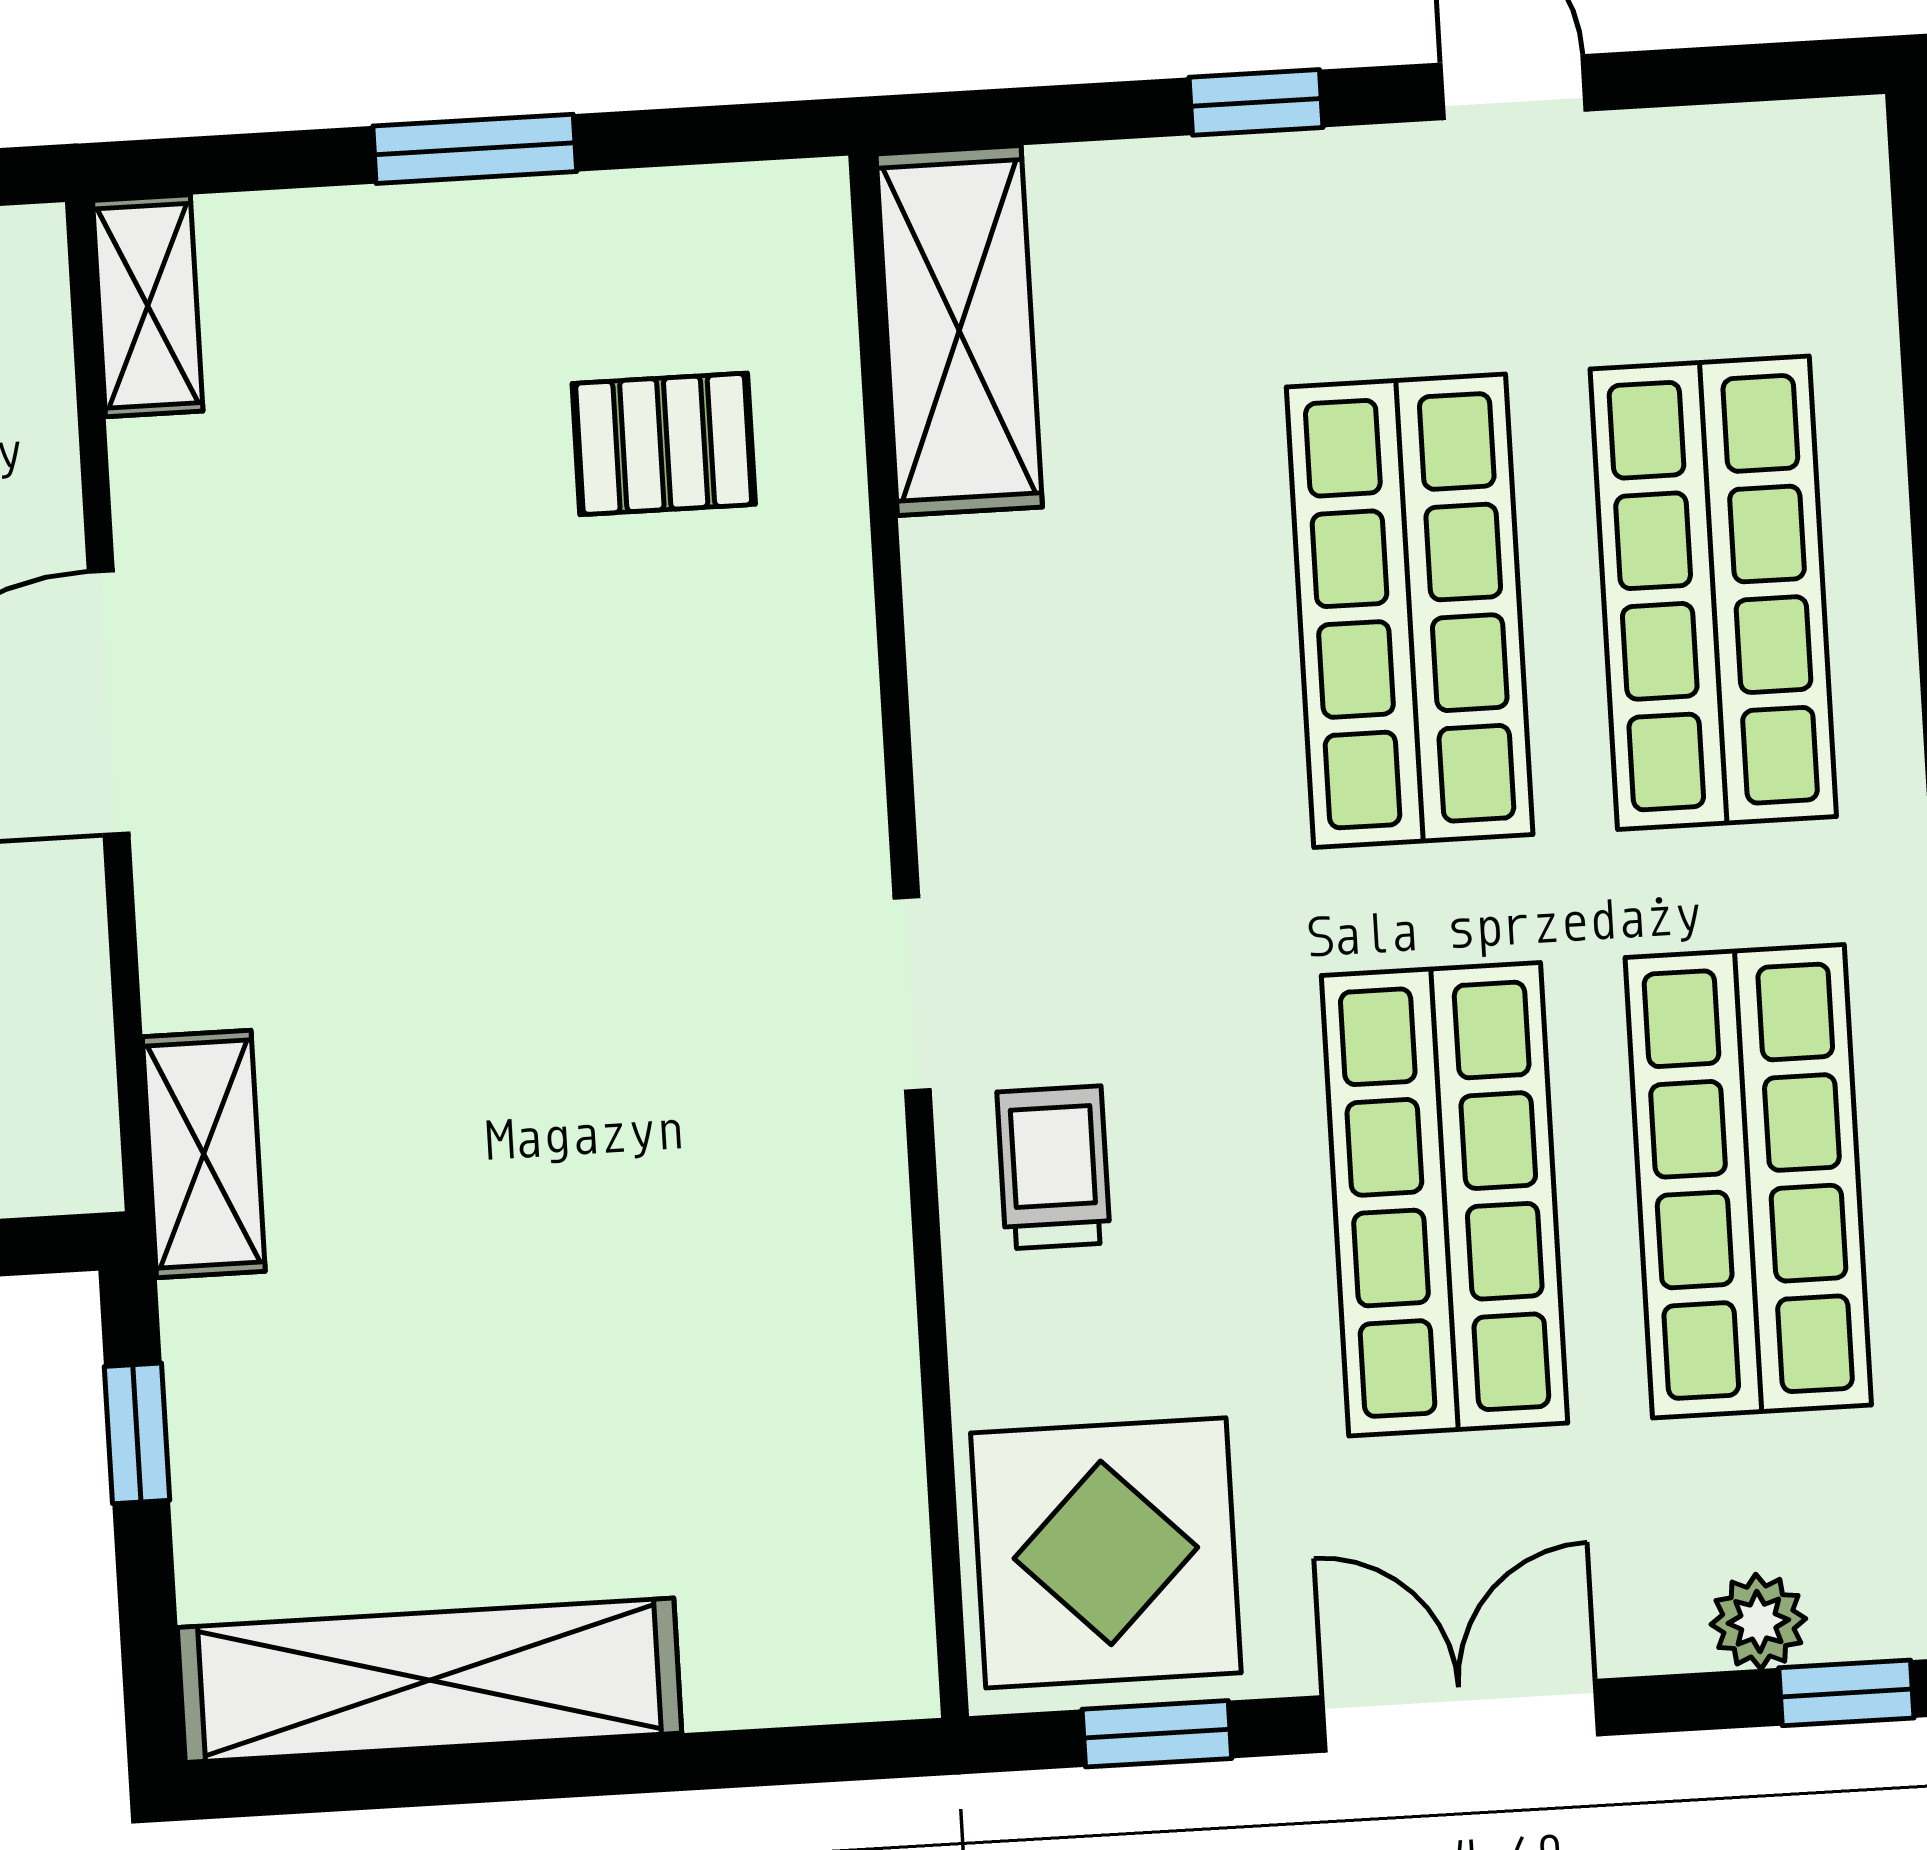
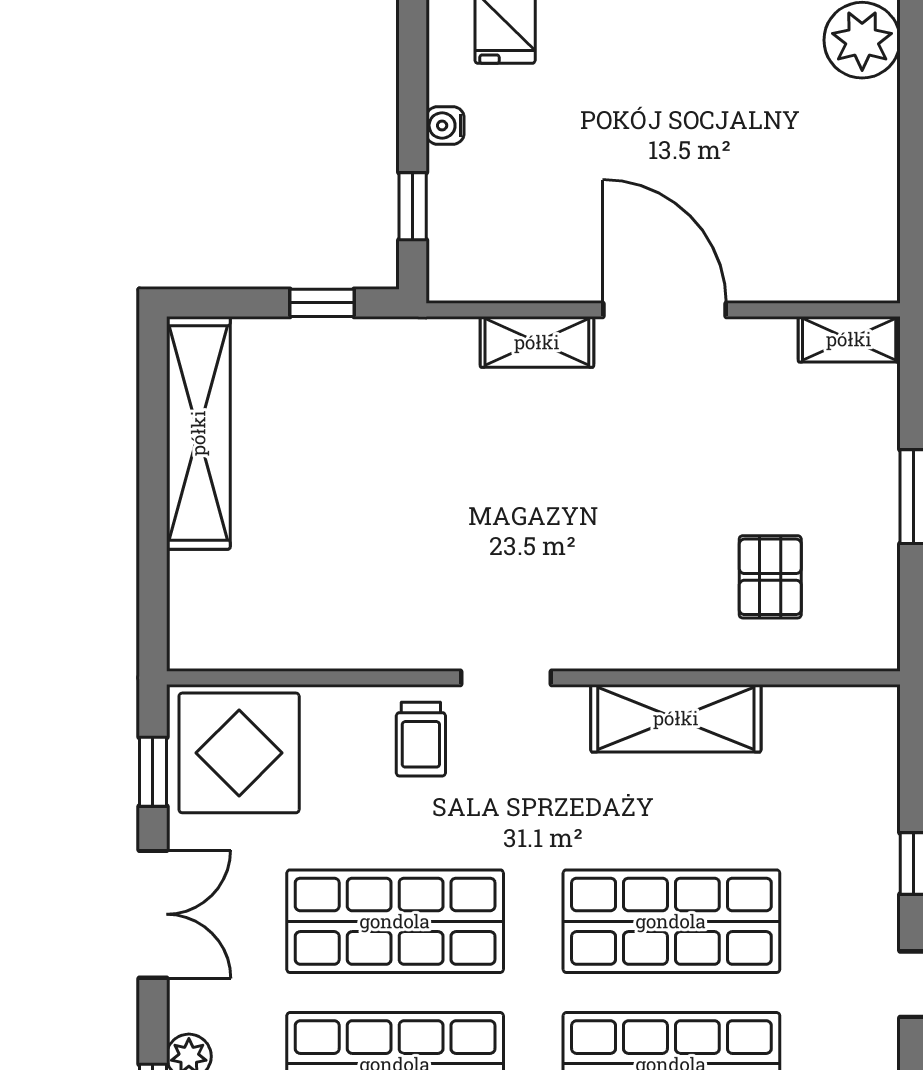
shelving: (959, 330) -> (676, 718), moved
shelving: (204, 1154) -> (537, 342), moved
trolley: (1054, 1167) -> (421, 739), turned 90

